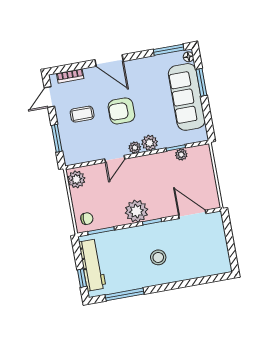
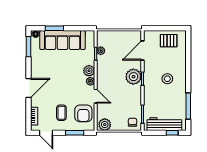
armchair: (121, 111) -> (83, 113), moved
plant: (136, 211) -> (133, 77), moved
pallet: (213, 249) -> (169, 41), added

